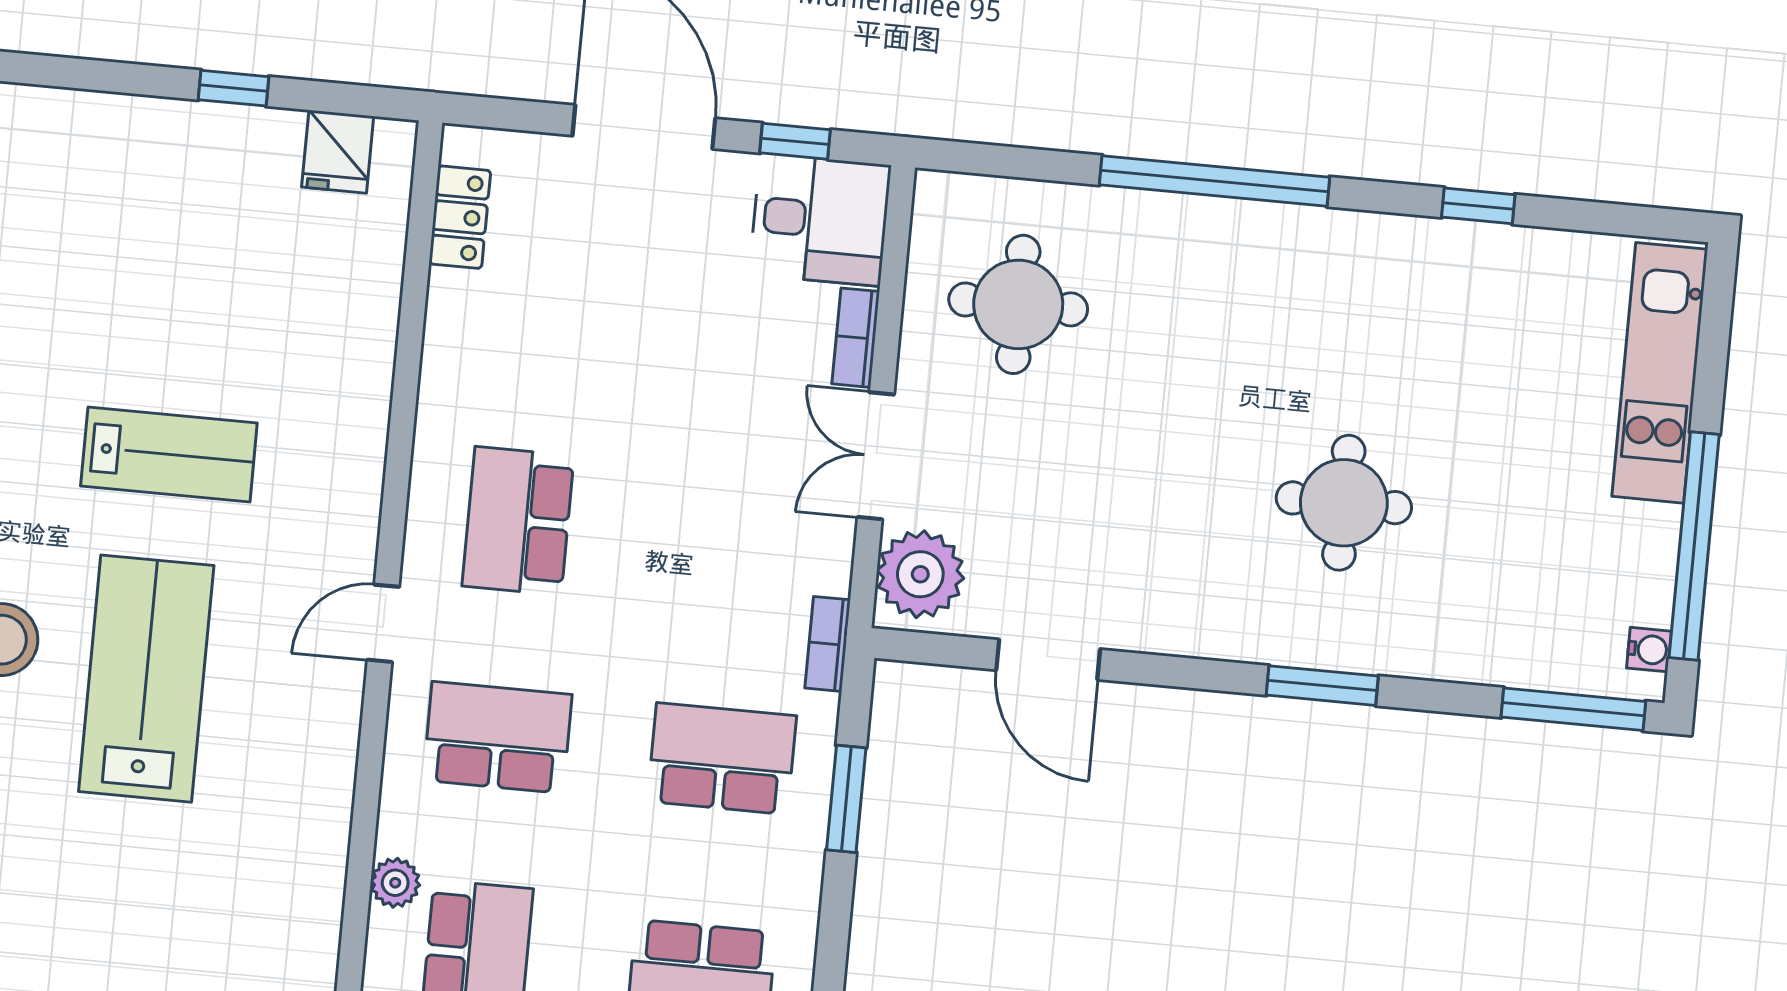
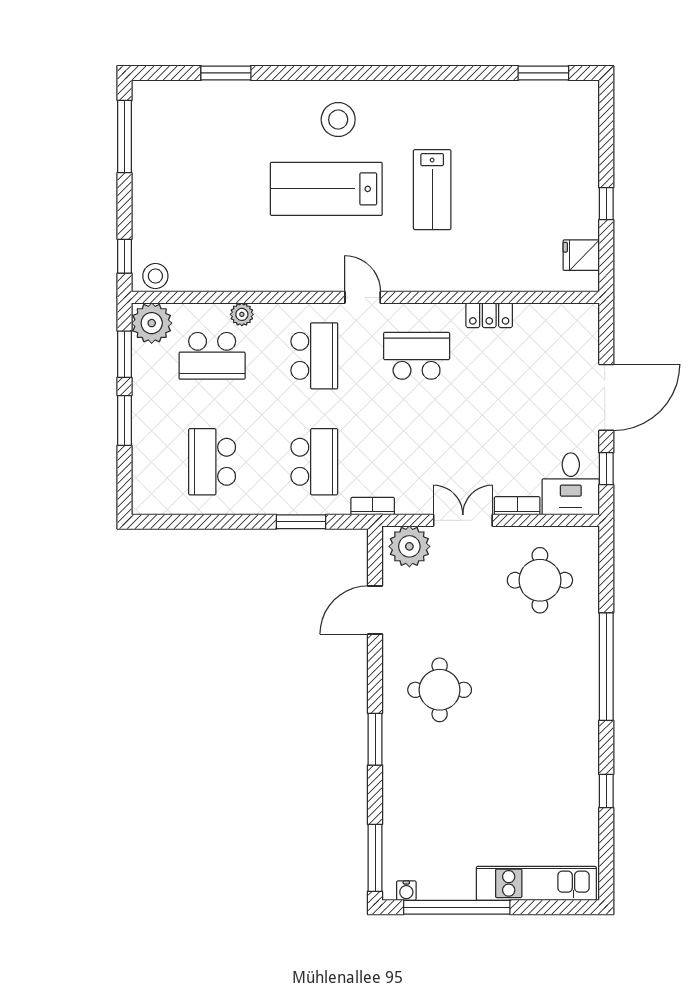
locker: (460, 217) -> (489, 315), moved
round table: (1344, 503) -> (440, 690), moved
lab bench: (146, 679) -> (326, 189), turned 180

